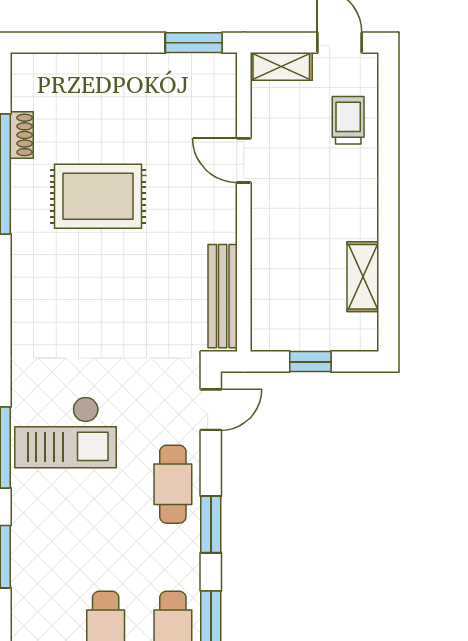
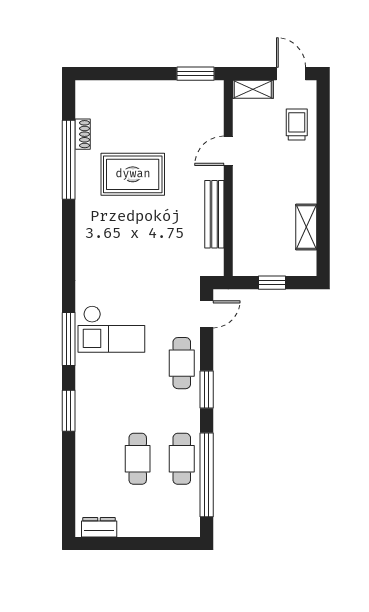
door: (244, 160) -> (228, 151), hinge flipped
bench: (223, 296) -> (214, 214), moved

